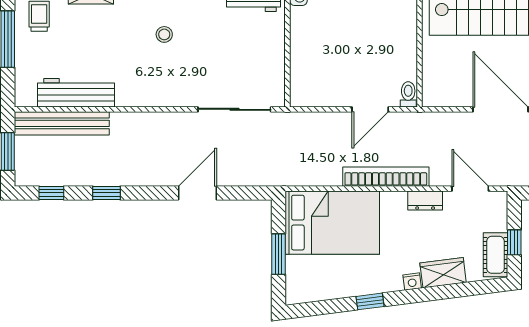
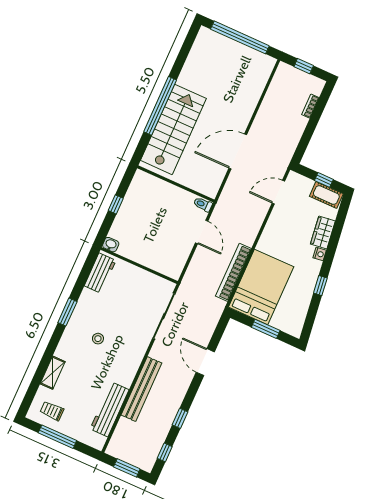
bench: (62, 123) -> (141, 389), moved
bookcase: (386, 177) -> (233, 272), moved
dresser: (425, 201) -> (273, 223), removed

